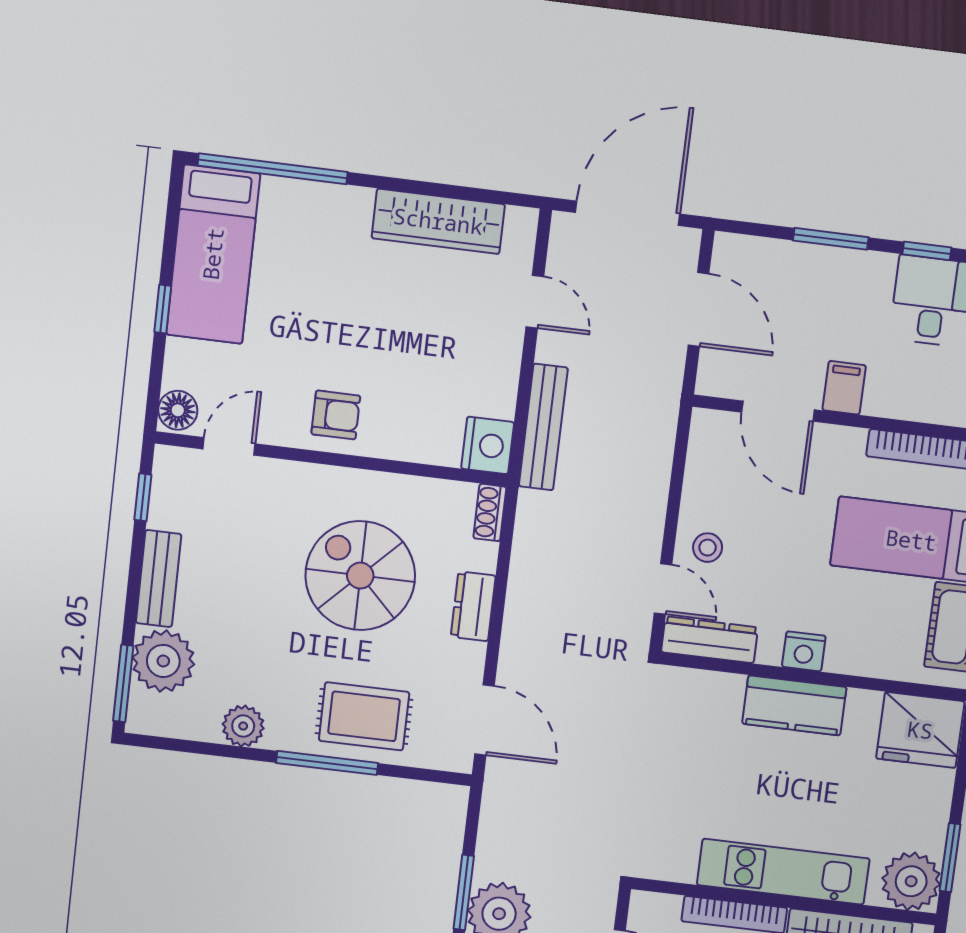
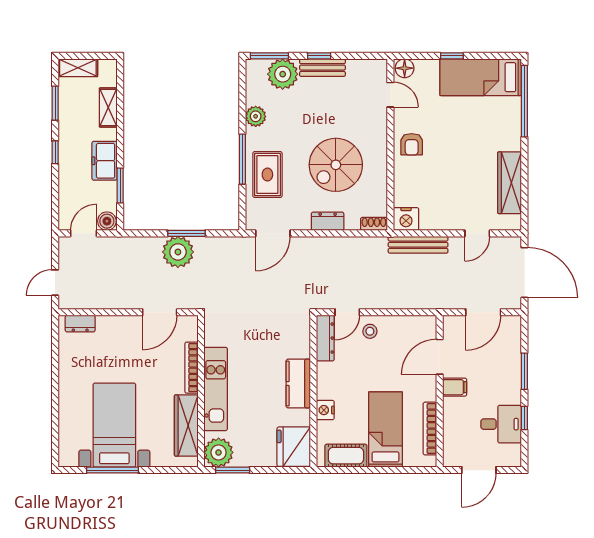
window: (143, 497) -> (319, 56), moved
spiral stairs: (360, 576) -> (336, 165), turned 180
nightstand: (804, 651) -> (325, 410), moved

